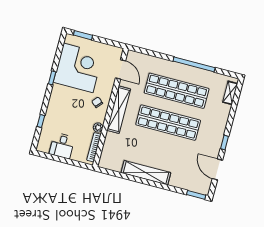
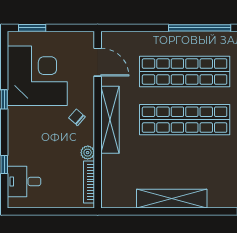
desk: (62, 146) -> (24, 181), moved, turned 90

